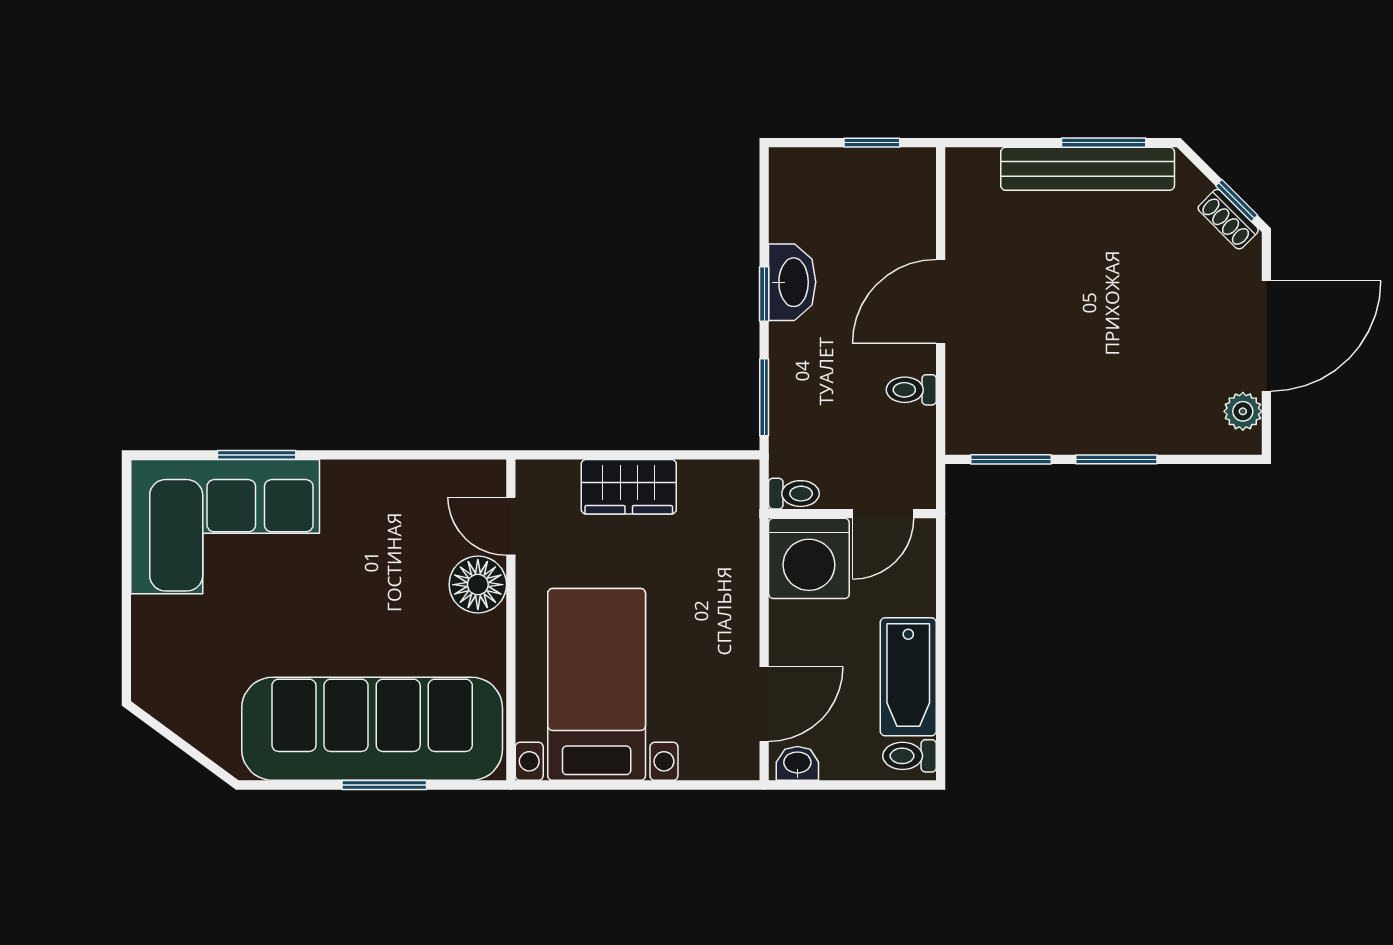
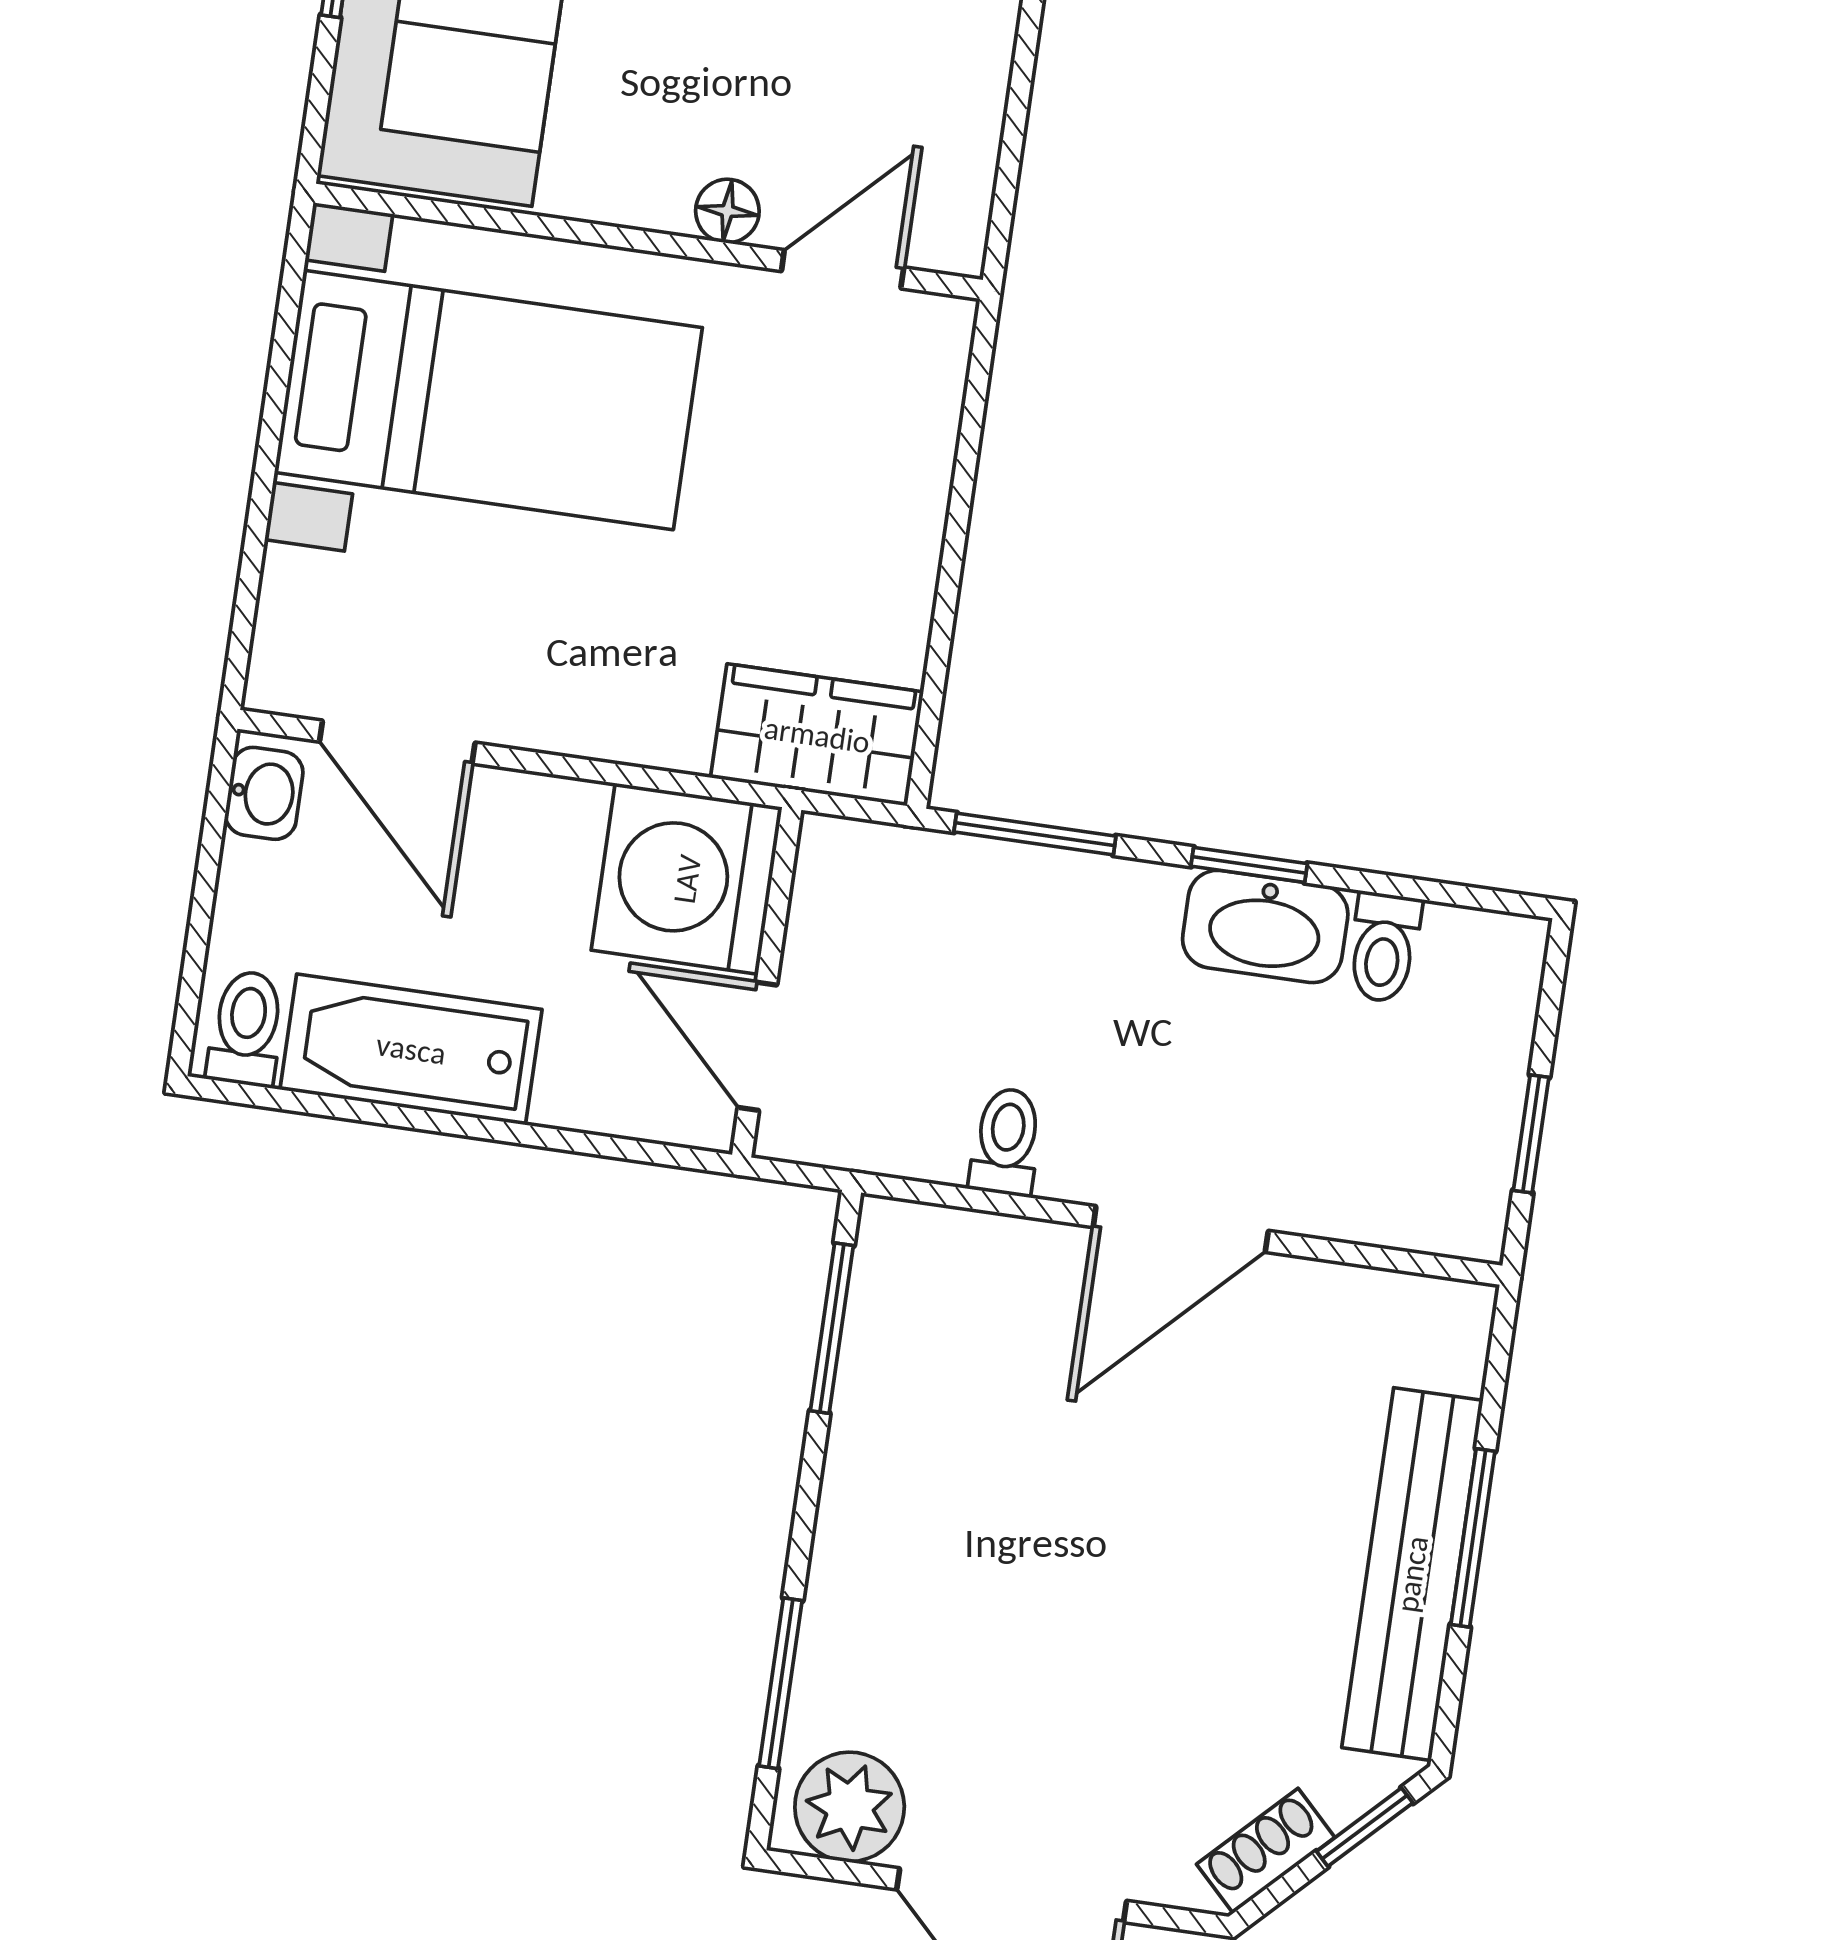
window: (1104, 143) -> (1473, 1538), moved
window: (1237, 200) -> (1365, 1827), moved
door: (941, 302) -> (1181, 1229), swing flipped
plant: (1243, 411) -> (850, 1807), width x1.38, depth x1.38
window: (1116, 459) -> (781, 1683), moved
wardrobe: (629, 487) -> (817, 735), moved, turned 90
toilet: (794, 494) -> (1384, 947), moved
floor lamp: (478, 585) -> (727, 211), width x0.53, depth x0.53

